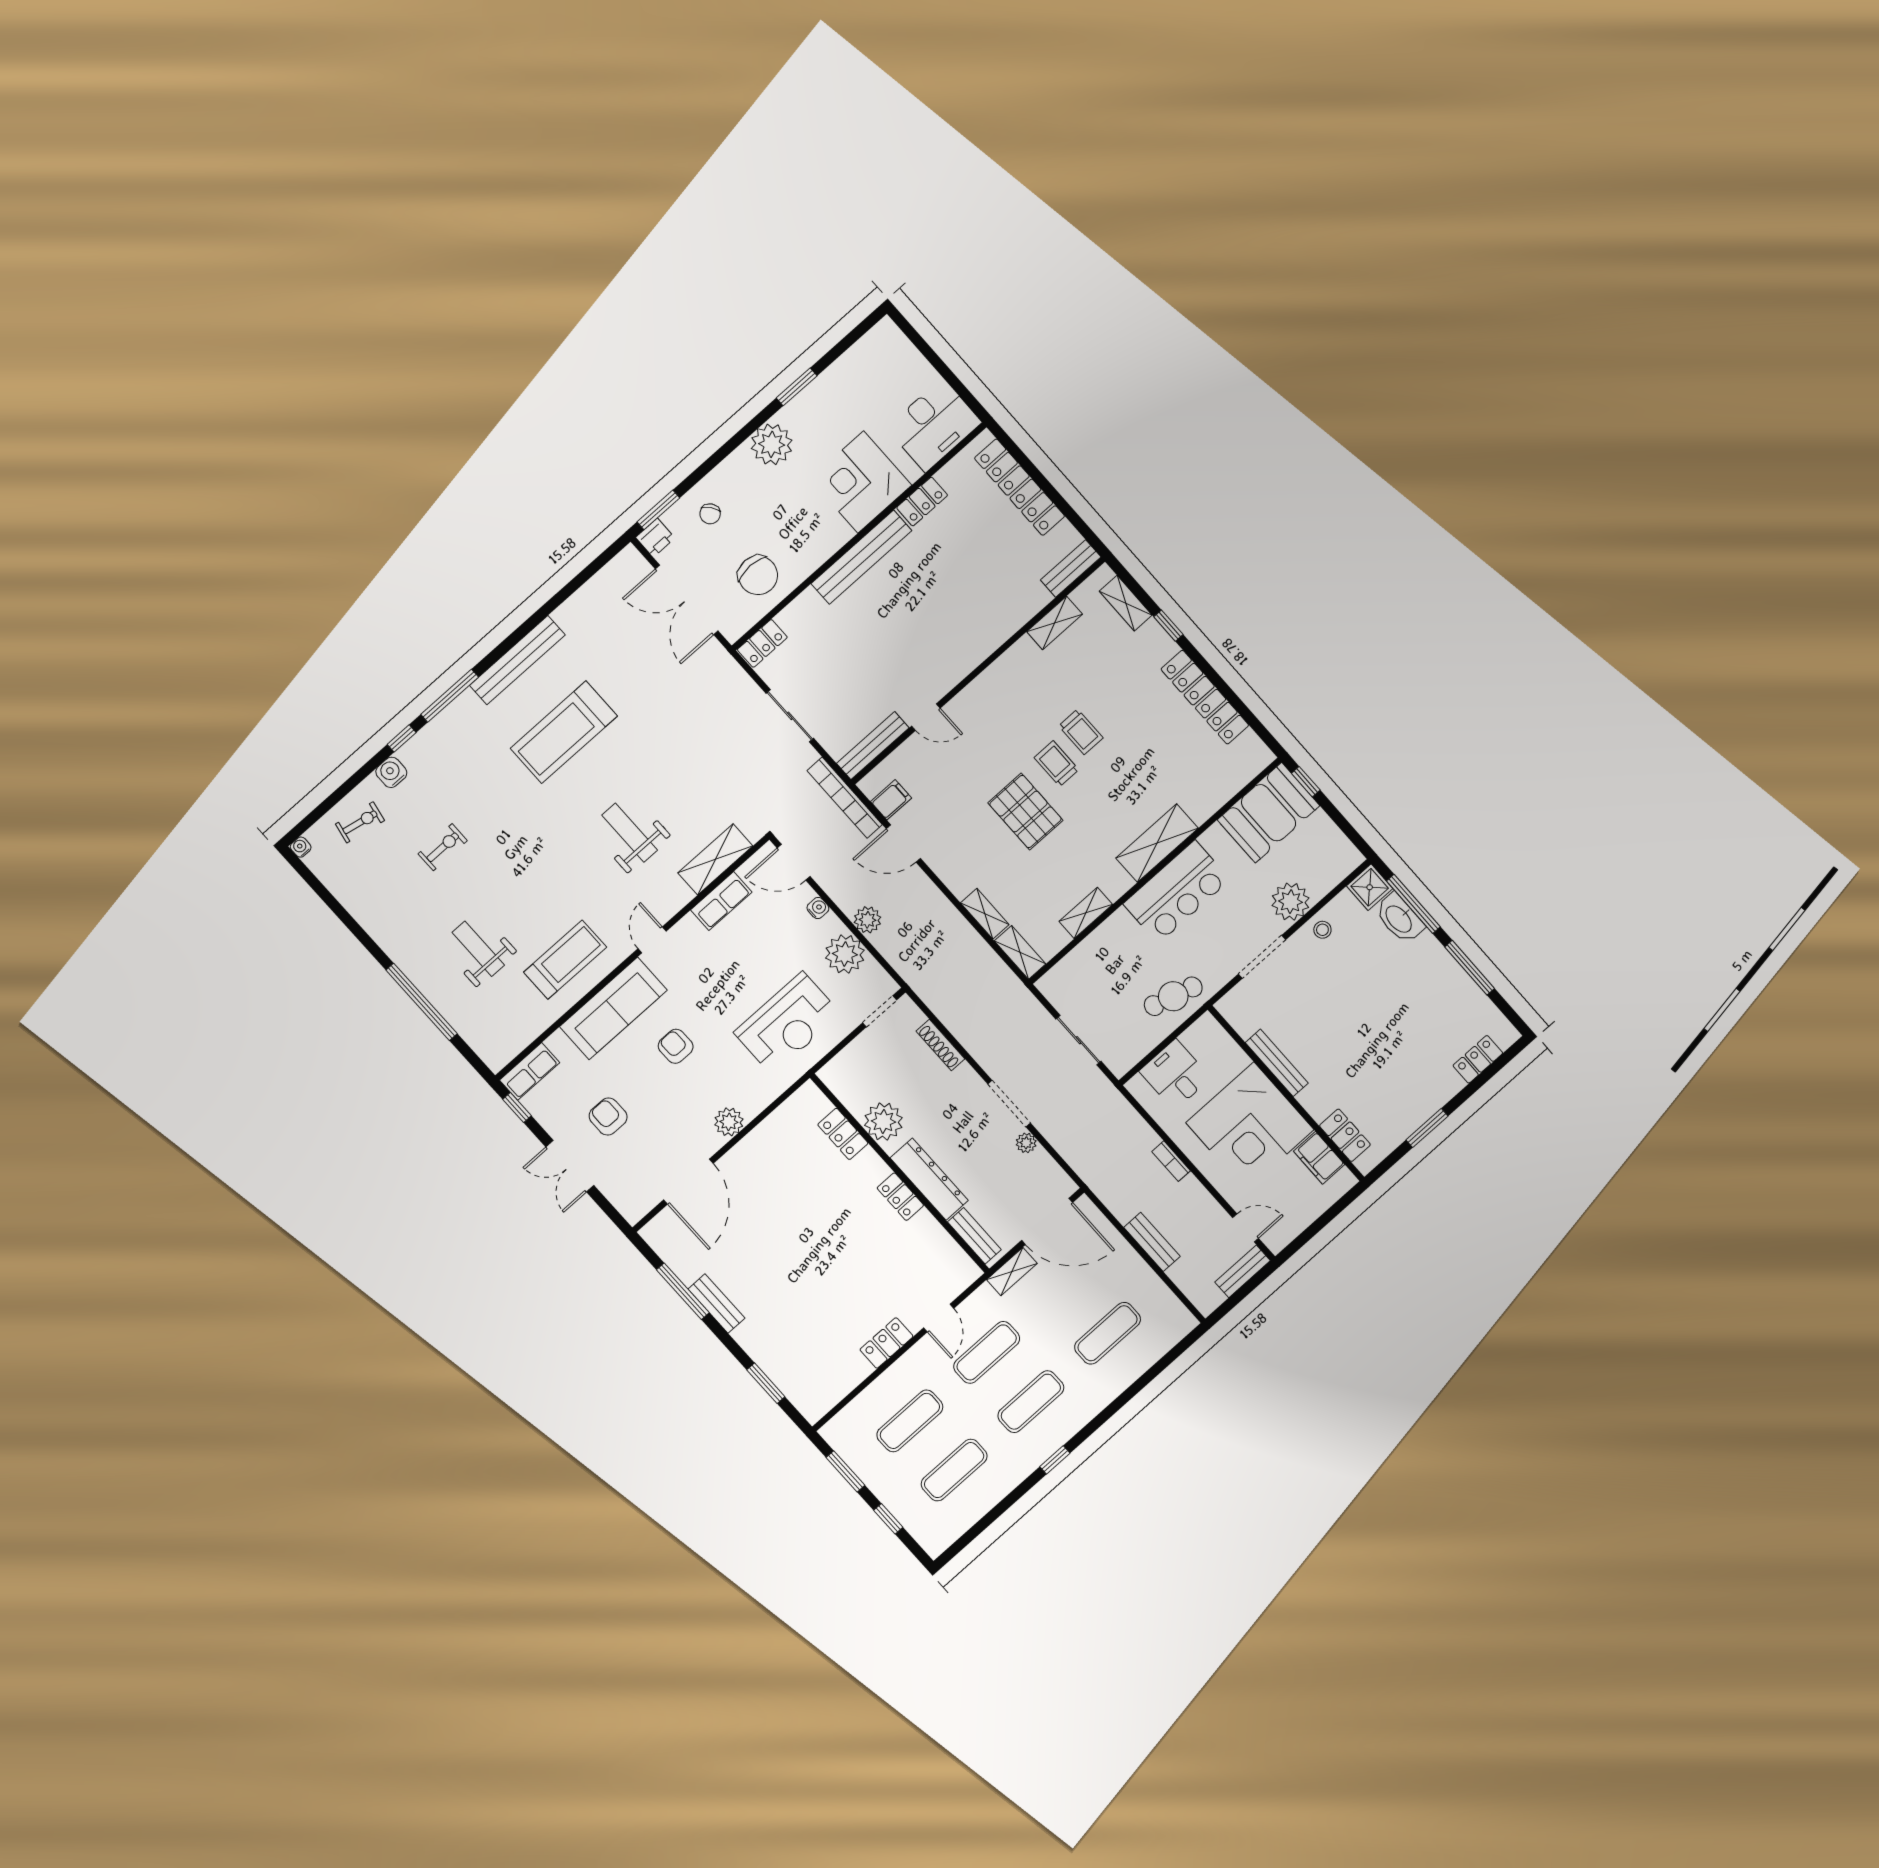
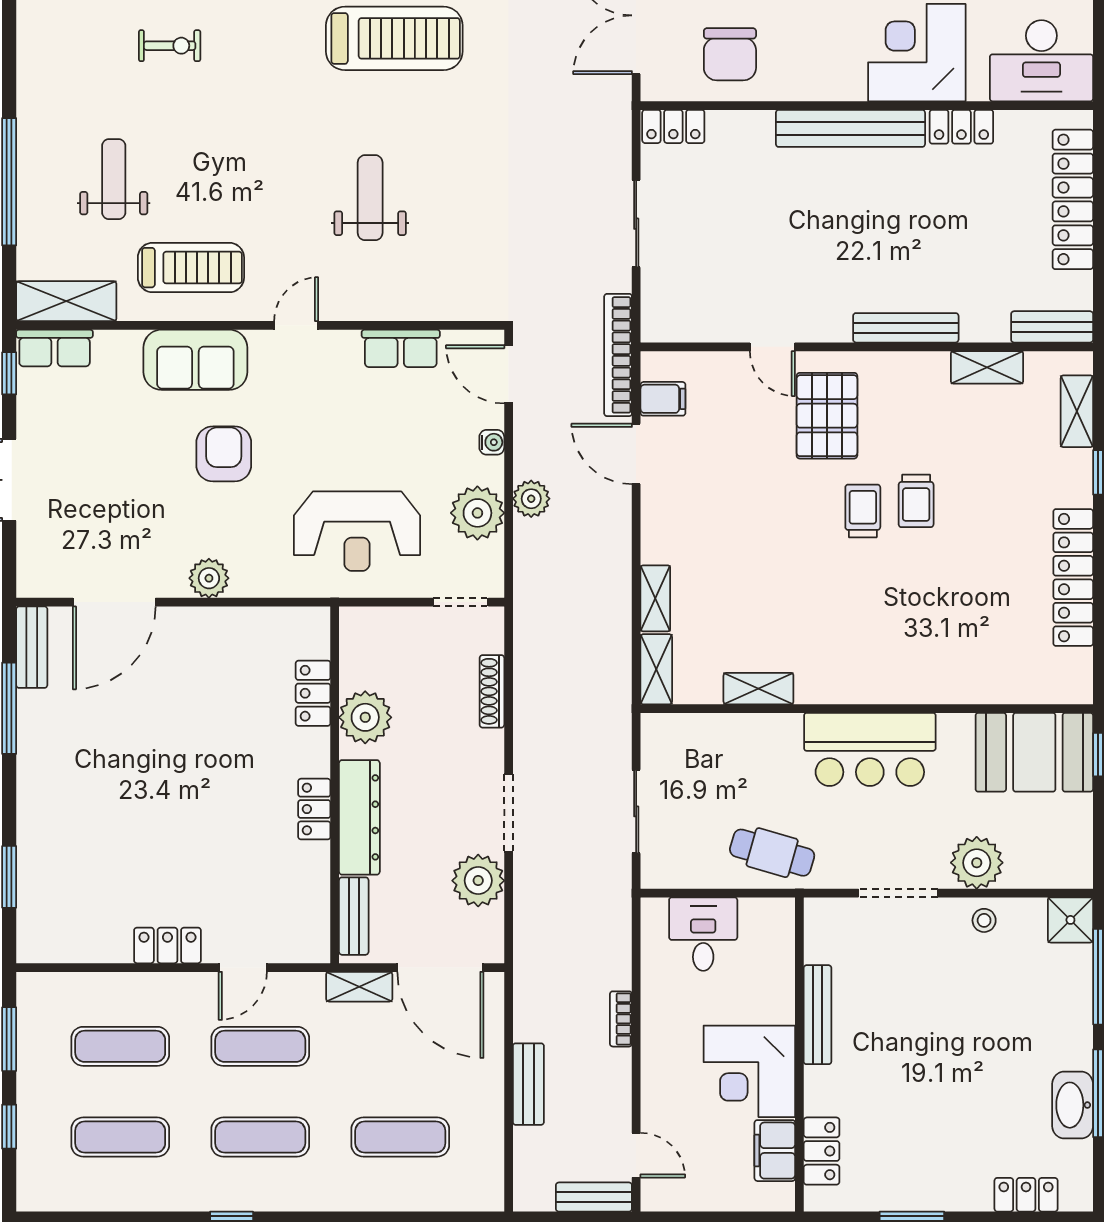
treadmill: (564, 732) -> (394, 38), turned 180
bench: (873, 746) -> (906, 328), moved
pallet: (1025, 812) -> (827, 416), moved
shelving: (1157, 843) -> (894, 682), removed
shelving: (715, 859) -> (66, 301), moved
washbasin: (1399, 918) -> (1073, 1105), moved
sofa: (613, 1008) -> (195, 360), width x0.73
armchair: (676, 1046) -> (224, 454), width x1.38, depth x1.38
armchair: (608, 1117) -> (92, 464), removed
corner desk: (1250, 1126) -> (749, 1071), width x0.74, depth x0.74
plant: (1026, 1143) -> (478, 881), width x1.88, depth x1.88
bench: (716, 1304) -> (32, 647), moved

